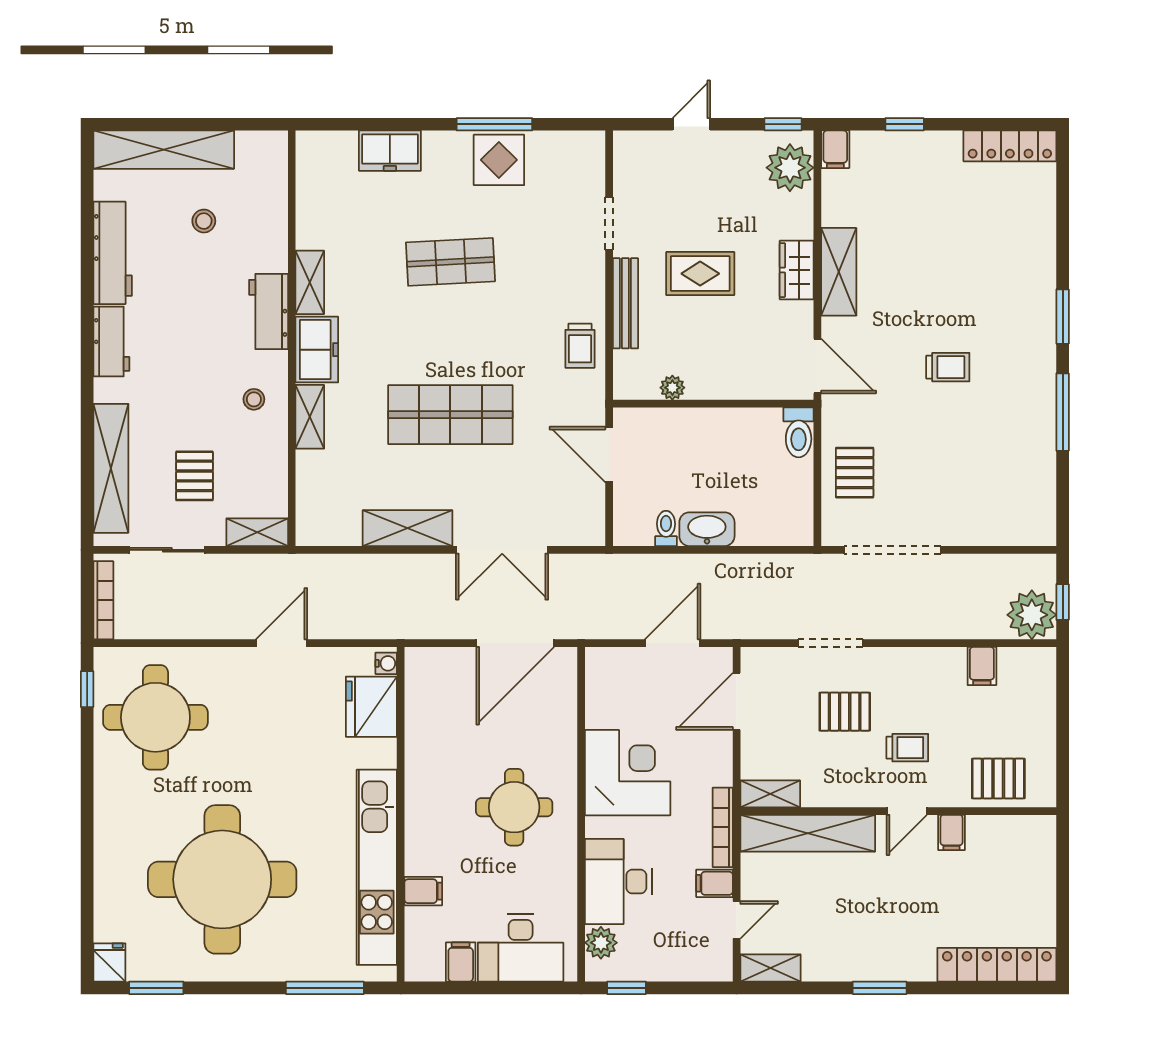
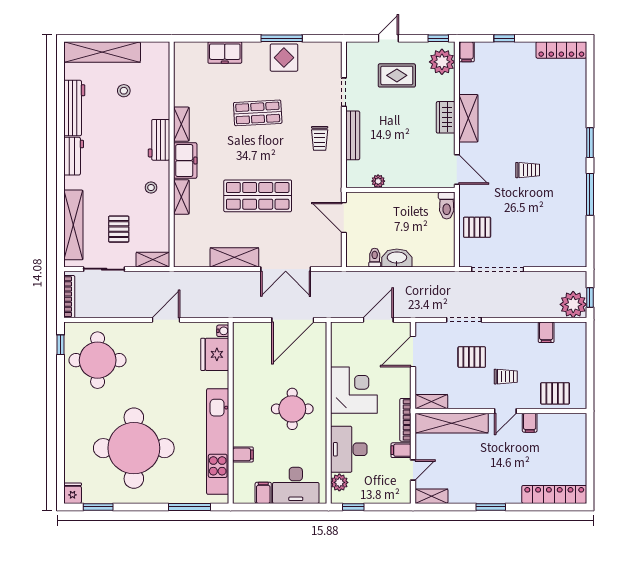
rug: (700, 274) -> (397, 75), moved
trolley: (580, 346) -> (320, 138), moved
pallet: (855, 473) -> (477, 227), turned 90

